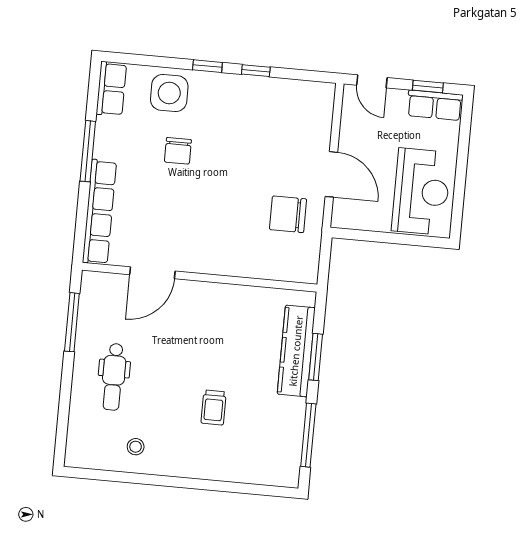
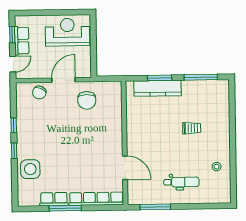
row of seats: (111, 89) -> (54, 199), moved
row of seats: (435, 105) -> (22, 41), moved
chair: (178, 151) -> (39, 92), moved, turned 115

